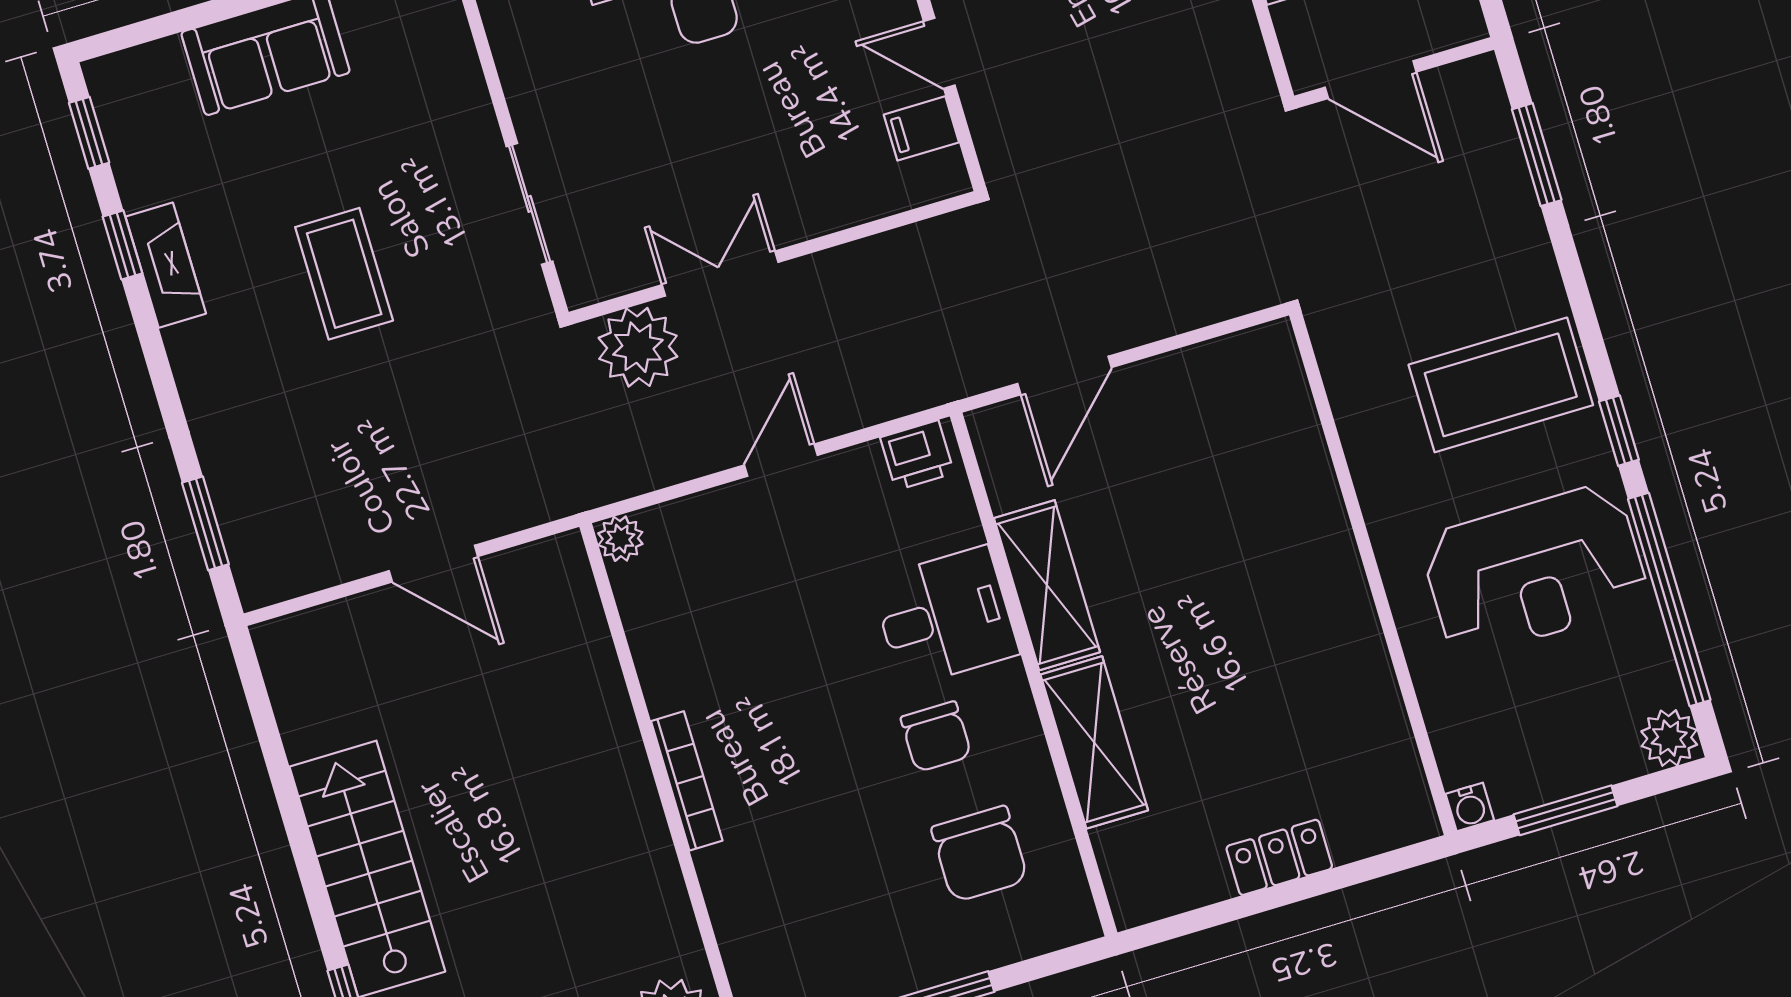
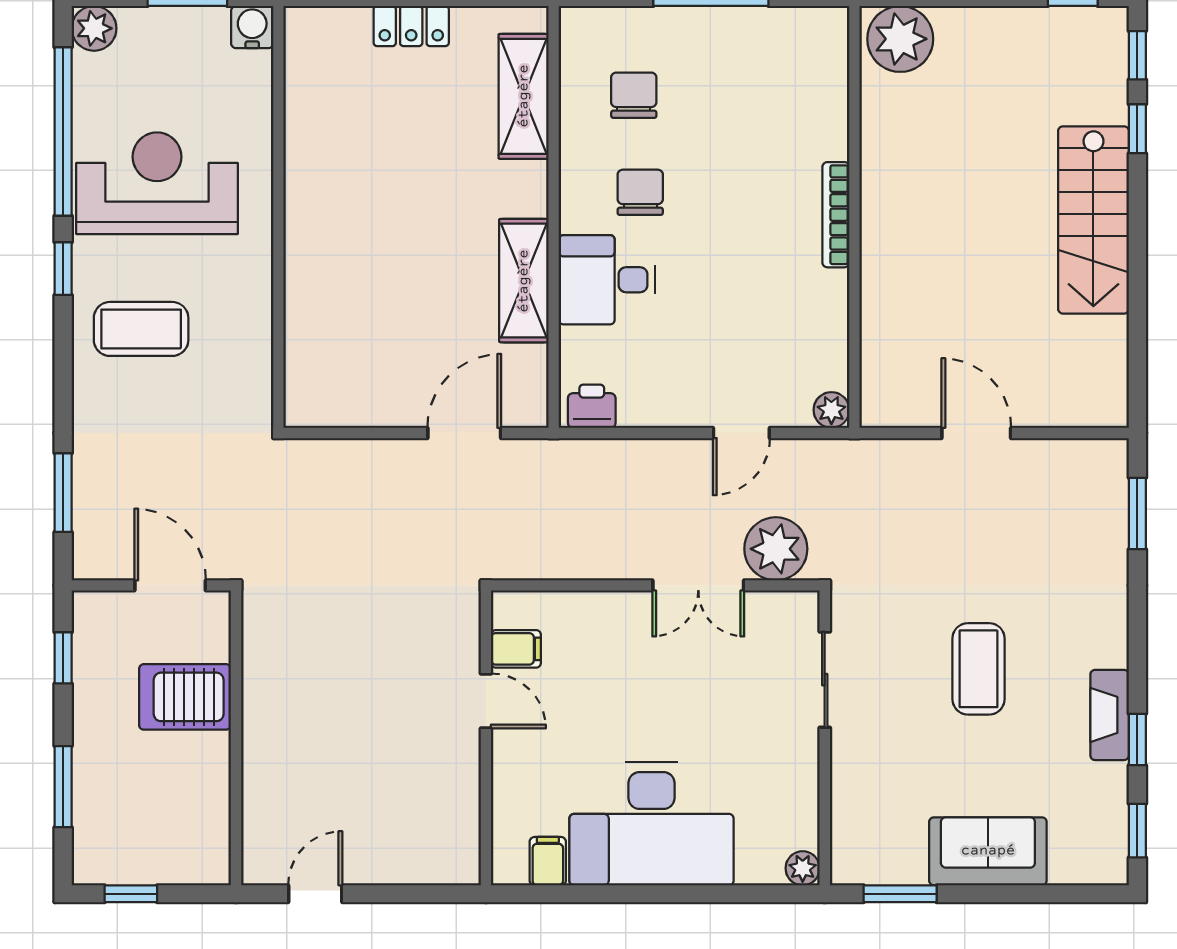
coffee table: (1501, 385) -> (141, 329), width x0.73, depth x0.76
door: (781, 460) -> (741, 433), moved
shelving: (1094, 742) -> (524, 96), moved
water cooler: (1470, 807) -> (252, 27), width x1.38, depth x1.38
chair: (980, 854) -> (634, 95), width x0.73, depth x0.73

